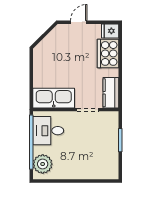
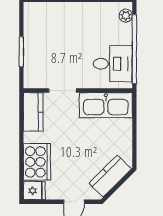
kitchen counter: (50, 42) -> (110, 176), added
plant: (43, 164) -> (126, 16), width x0.53, depth x0.53

